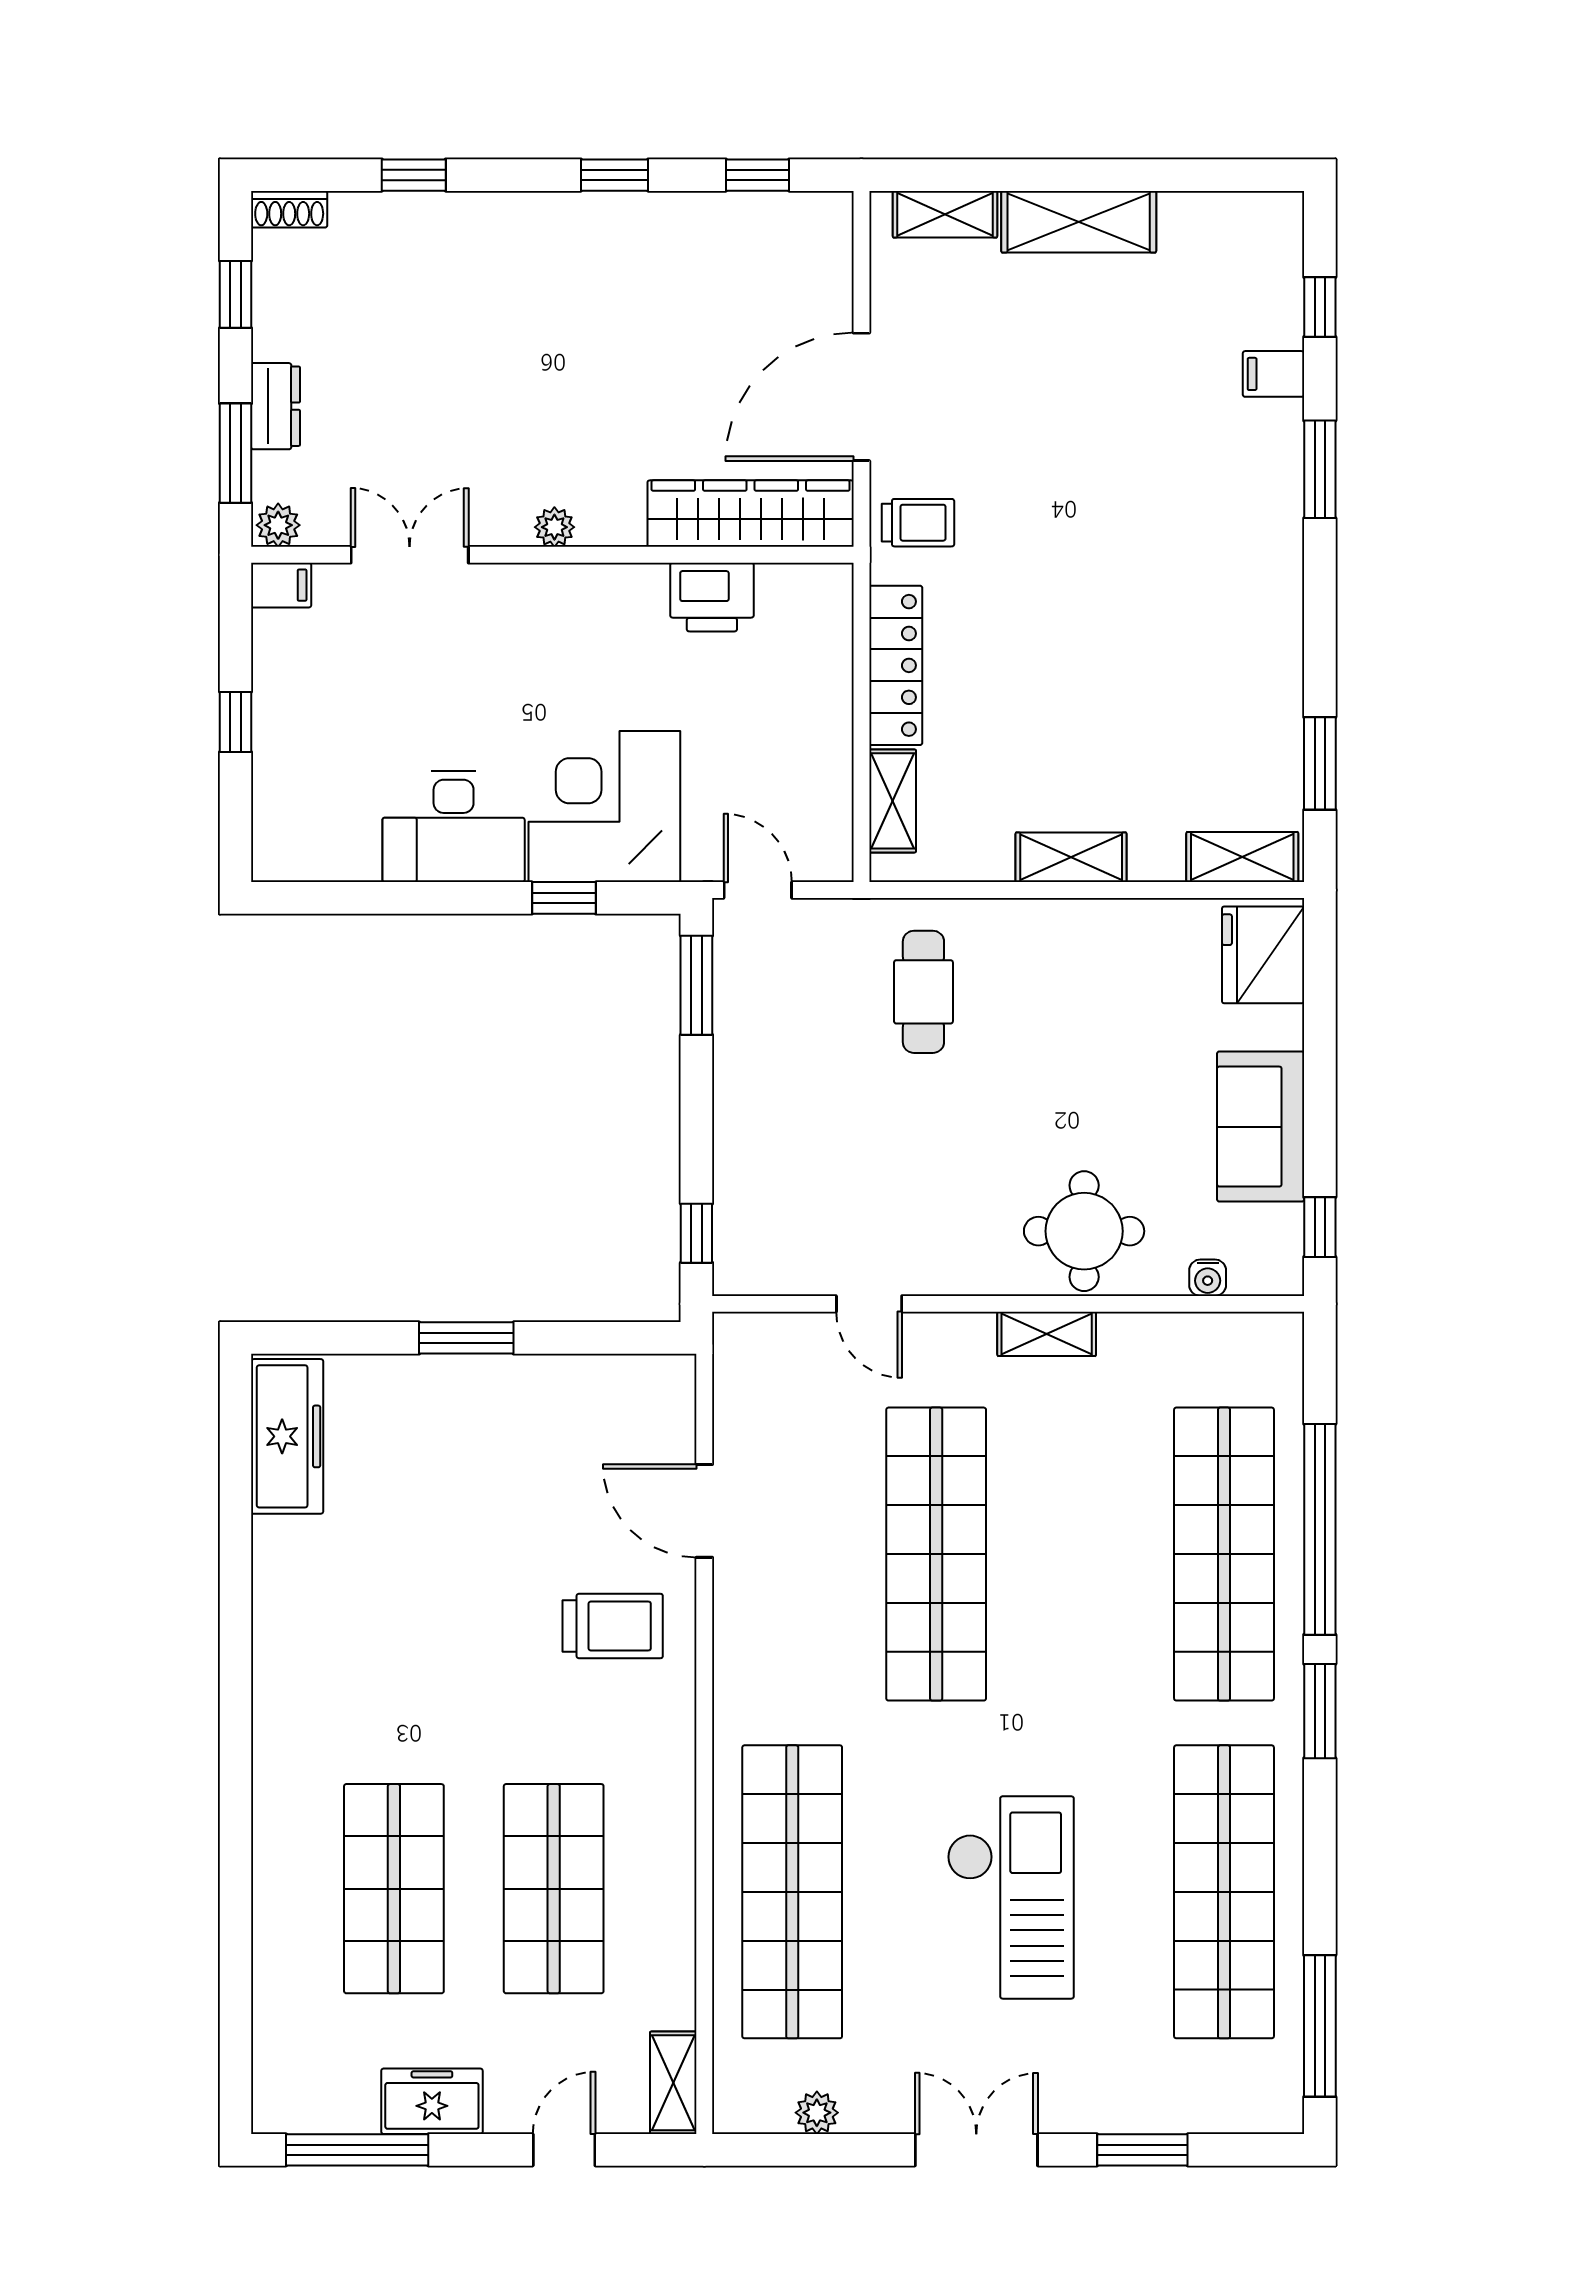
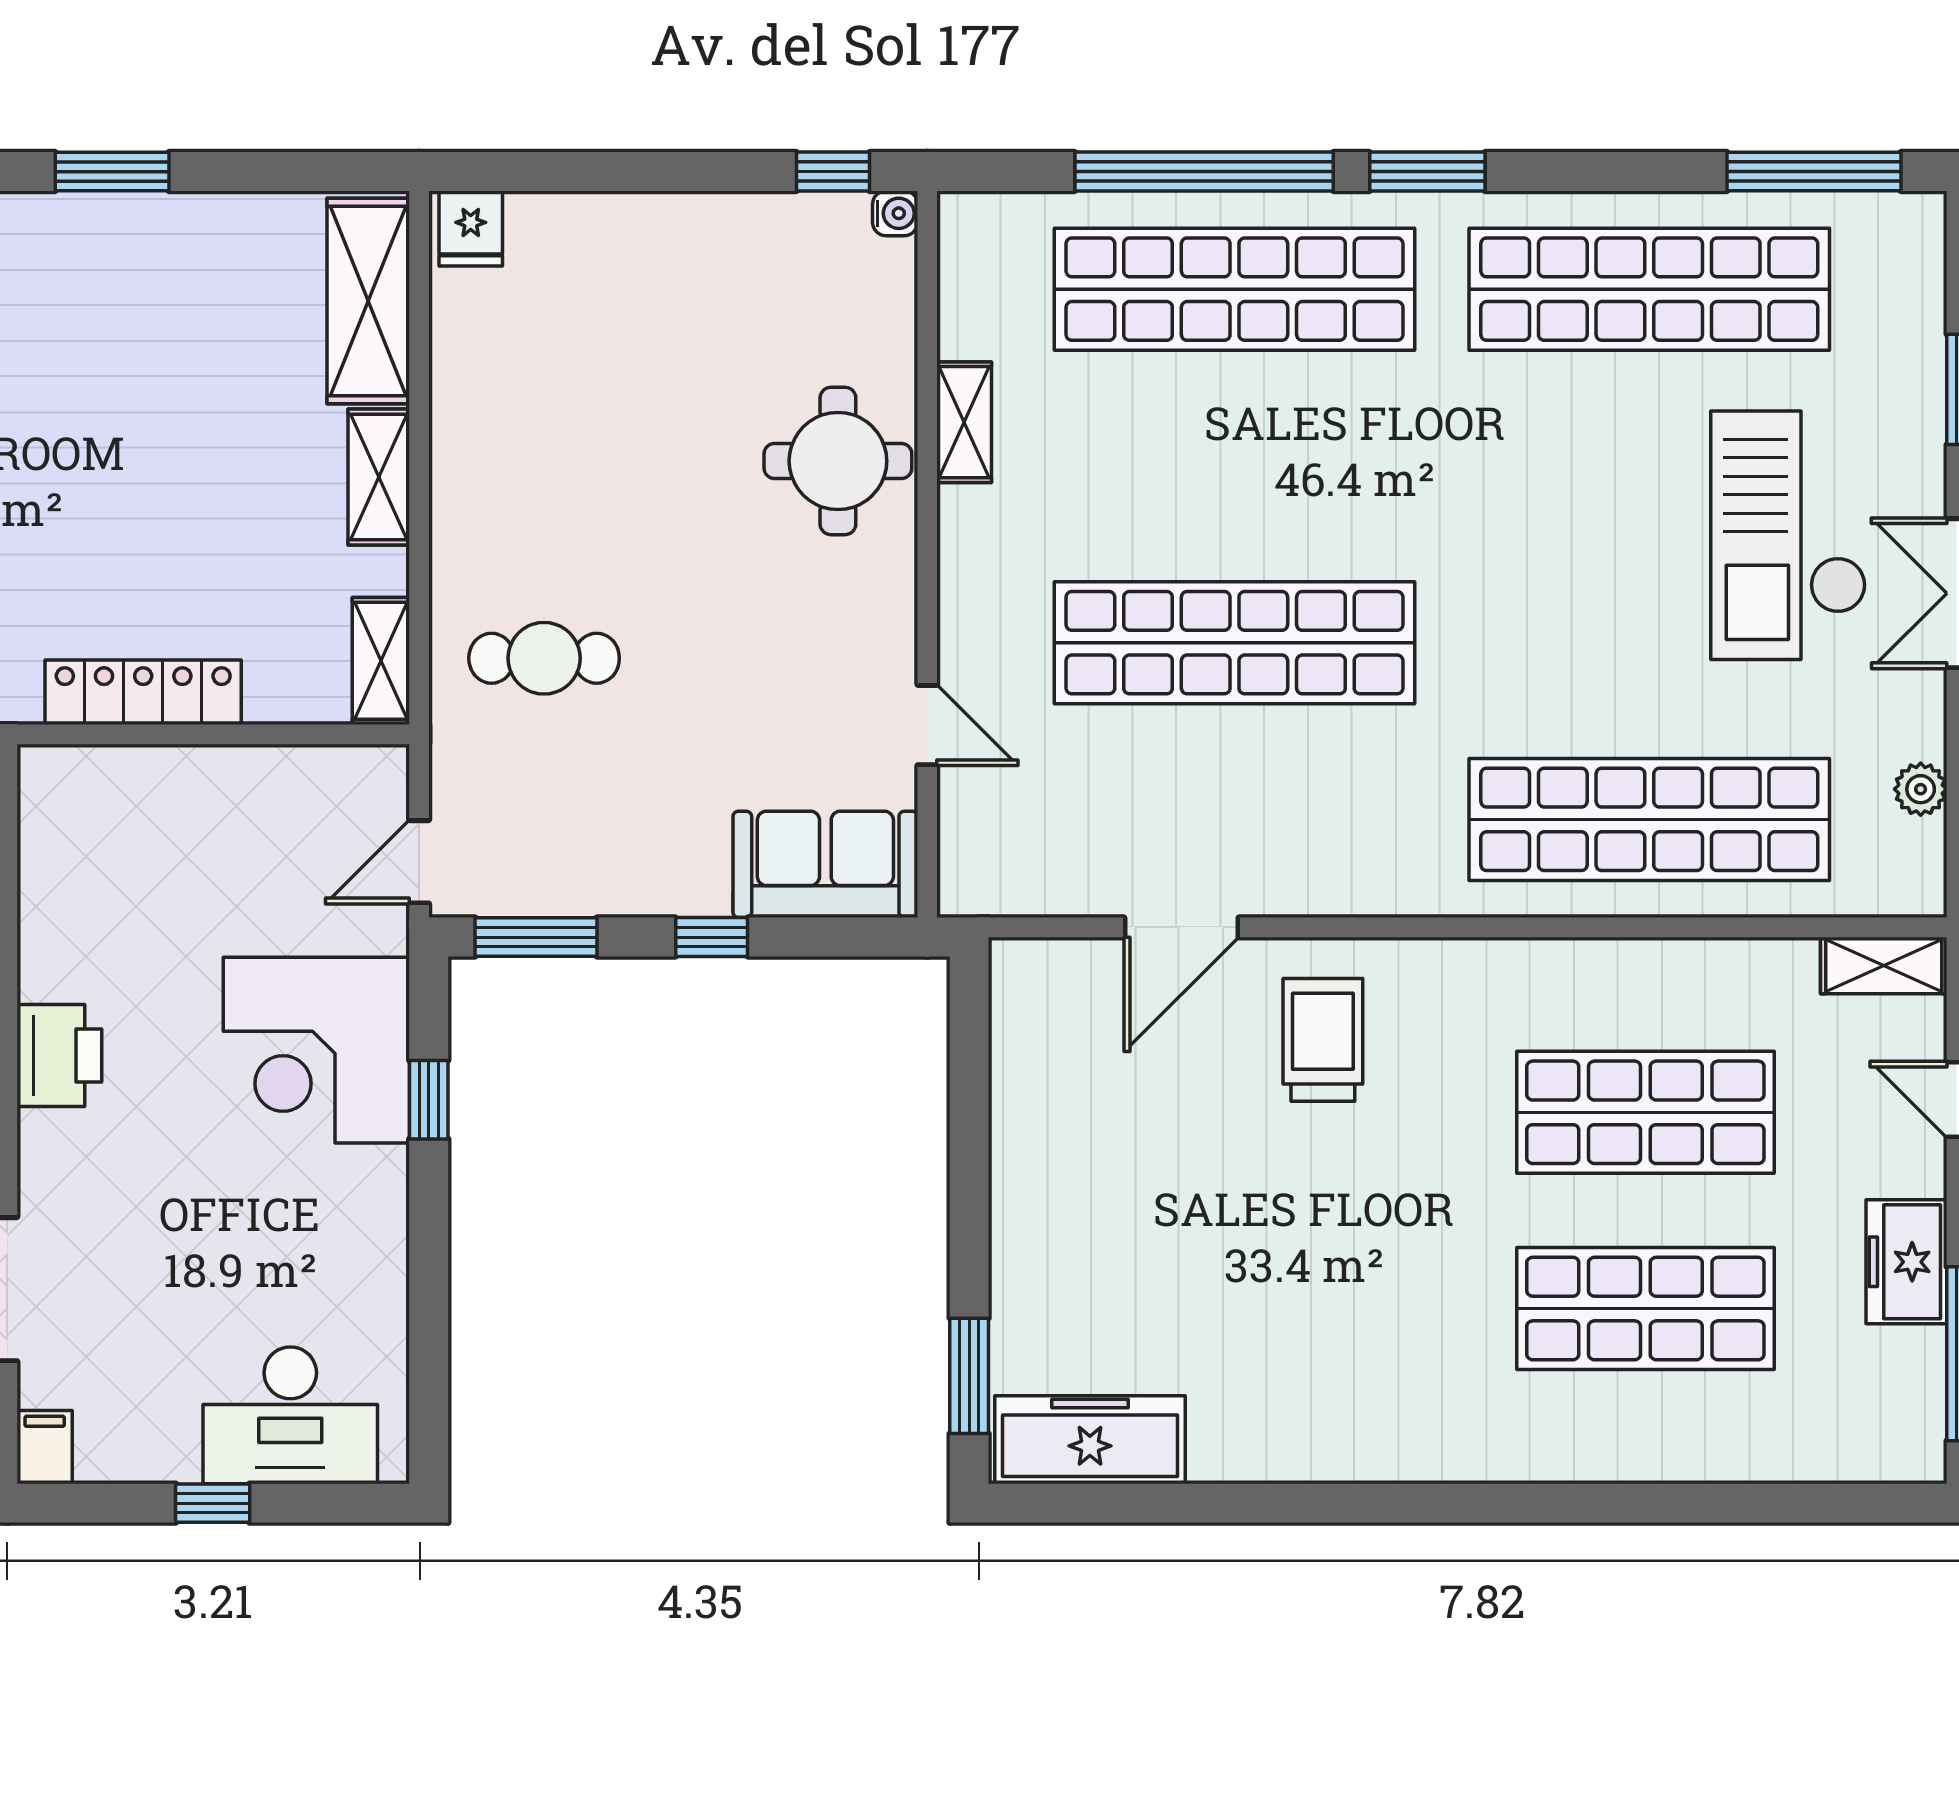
printer: (712, 597) -> (59, 1056), moved
window: (1320, 763) -> (112, 172), moved
shelving: (893, 801) -> (381, 661), moved, turned 90
desk: (454, 826) -> (290, 1415), moved, turned 90
shelving: (1242, 857) -> (368, 301), width x1.50, depth x1.33
fridge: (1263, 955) -> (471, 228), width x0.53, depth x0.75
sofa: (1261, 1127) -> (825, 864), moved, turned 180
window: (696, 1233) -> (712, 937), moved
water cooler: (1208, 1278) -> (895, 213), moved
door: (869, 1304) -> (927, 725), hinge flipped
shelving: (1047, 1334) -> (964, 422), moved
window: (466, 1338) -> (969, 1376), moved
checkout: (1010, 1897) -> (1788, 535), moved, turned -90

